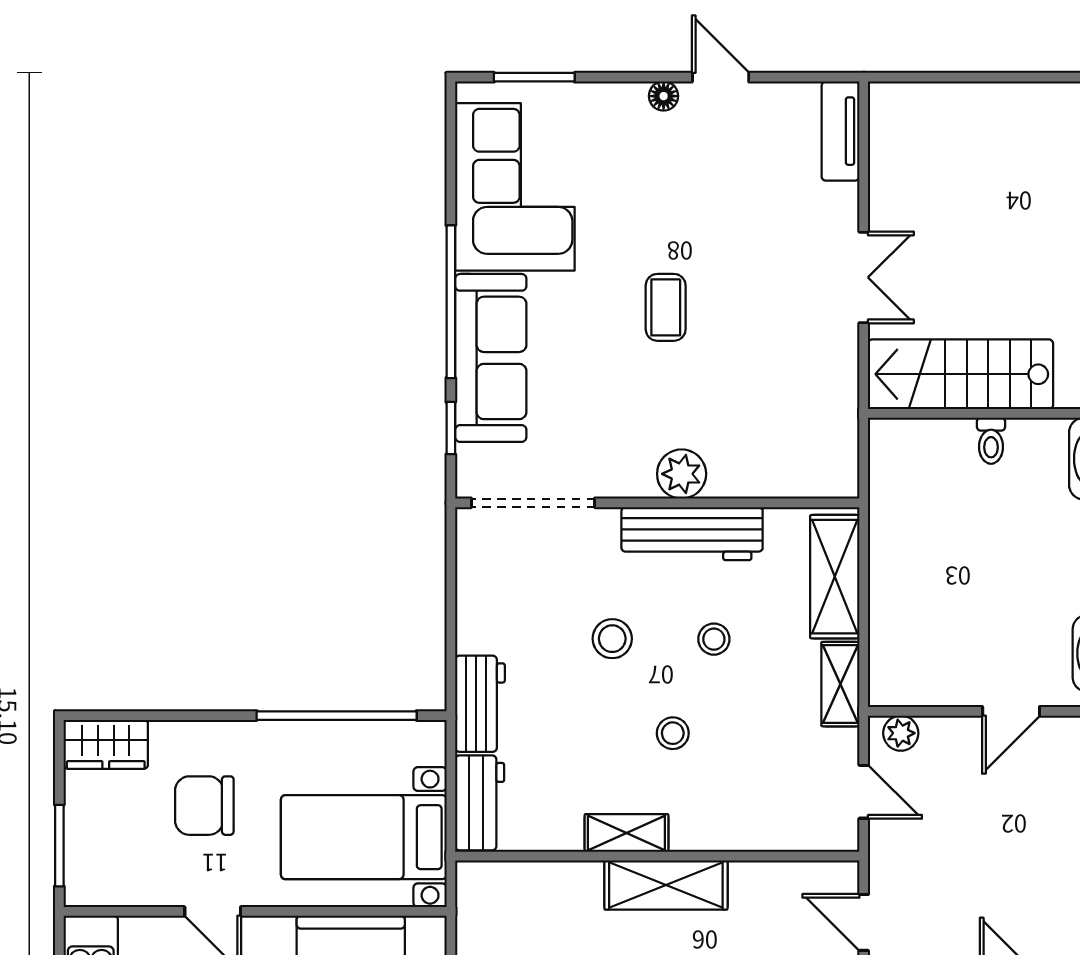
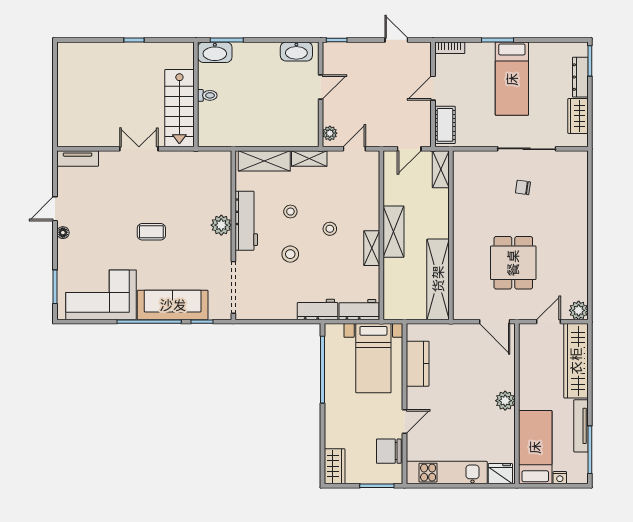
door: (1011, 711) -> (321, 87), hinge flipped
chair: (204, 806) -> (389, 451), moved, turned 90

